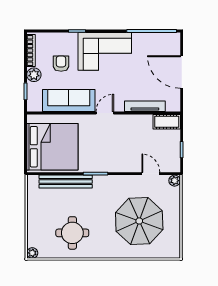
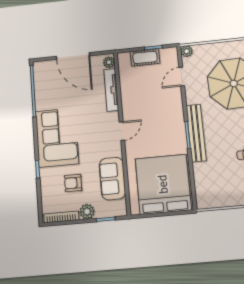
door: (182, 72) -> (73, 56), hinge flipped
sofa: (69, 101) -> (112, 179), width x0.73
plant: (172, 106) -> (109, 62), added
door: (105, 113) -> (122, 131), swing flipped
cot: (167, 122) -> (145, 57), moved, turned 90
bench: (66, 182) -> (196, 133), moved

